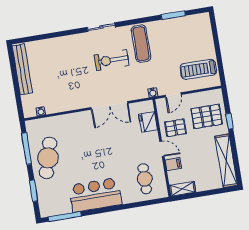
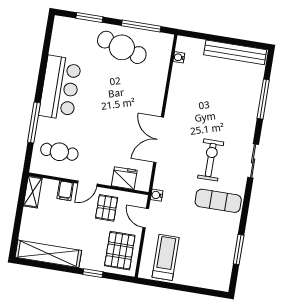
window: (51, 35) -> (263, 99), added
pallet: (207, 116) -> (120, 251), moved
window: (65, 217) -> (34, 122), moved

